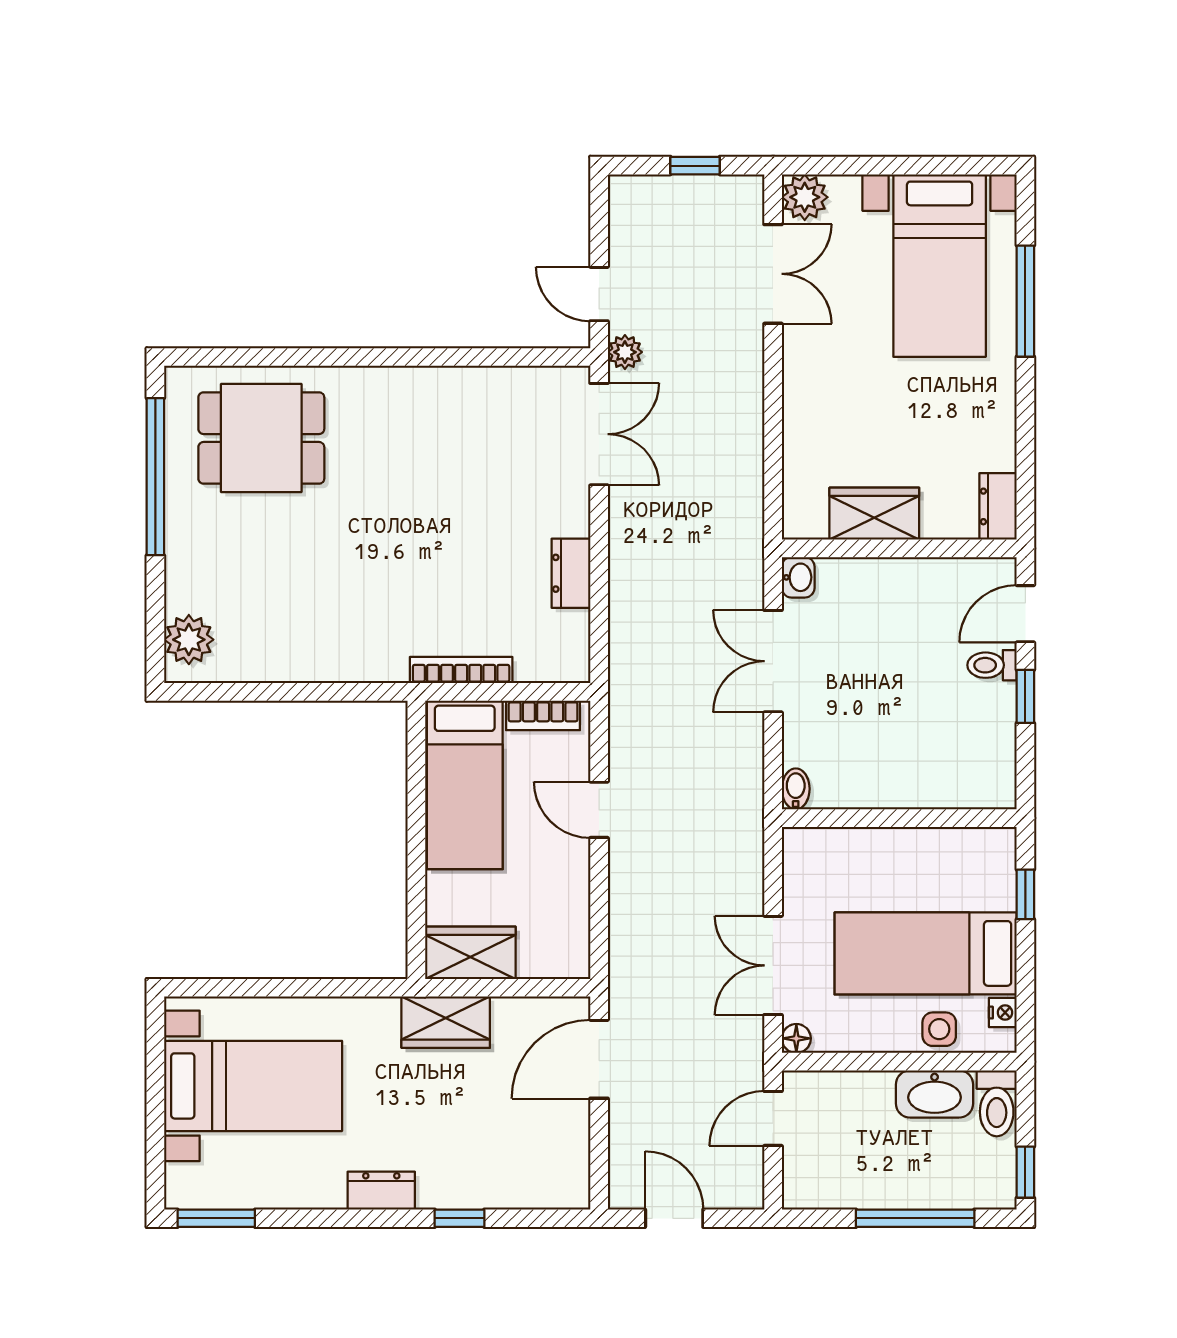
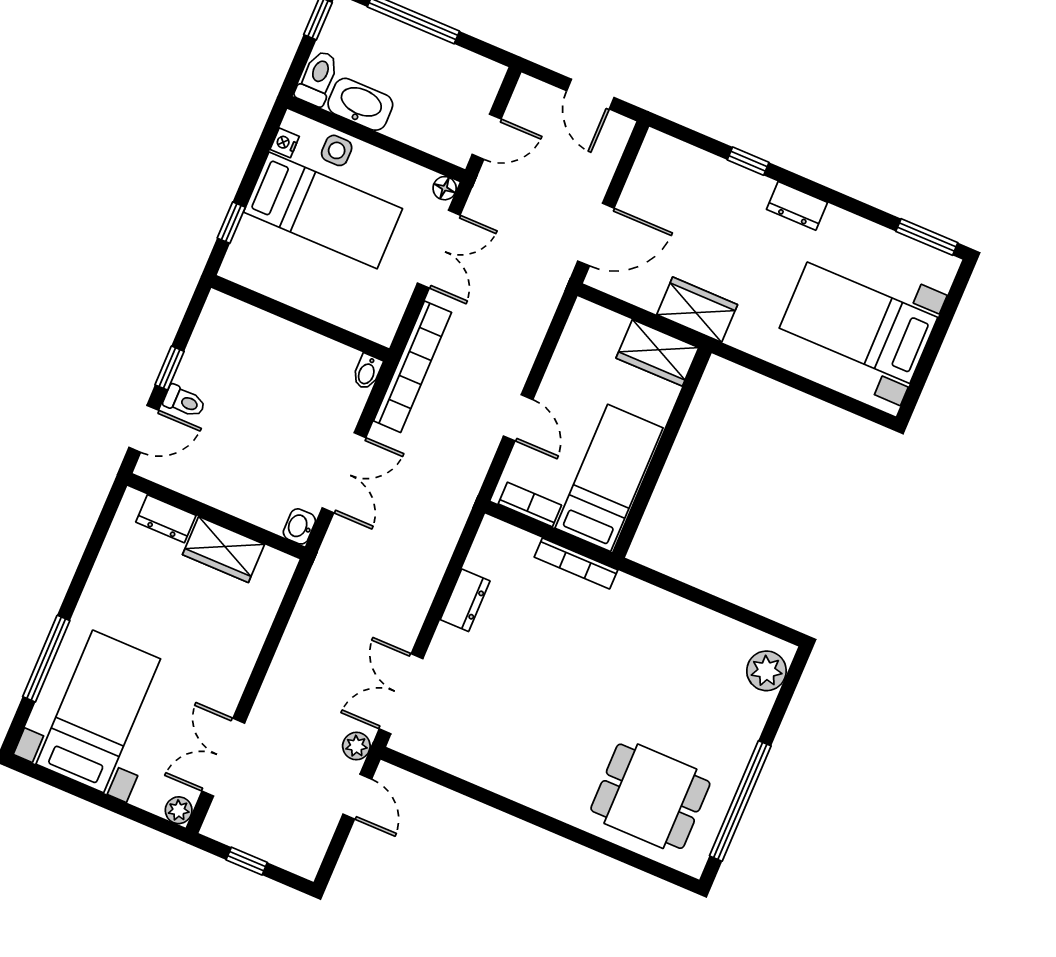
plant: (805, 197) -> (179, 810), width x0.73, depth x0.73
dresser: (998, 506) -> (166, 519), moved, turned 90
bookcase: (746, 817) -> (413, 367), added

